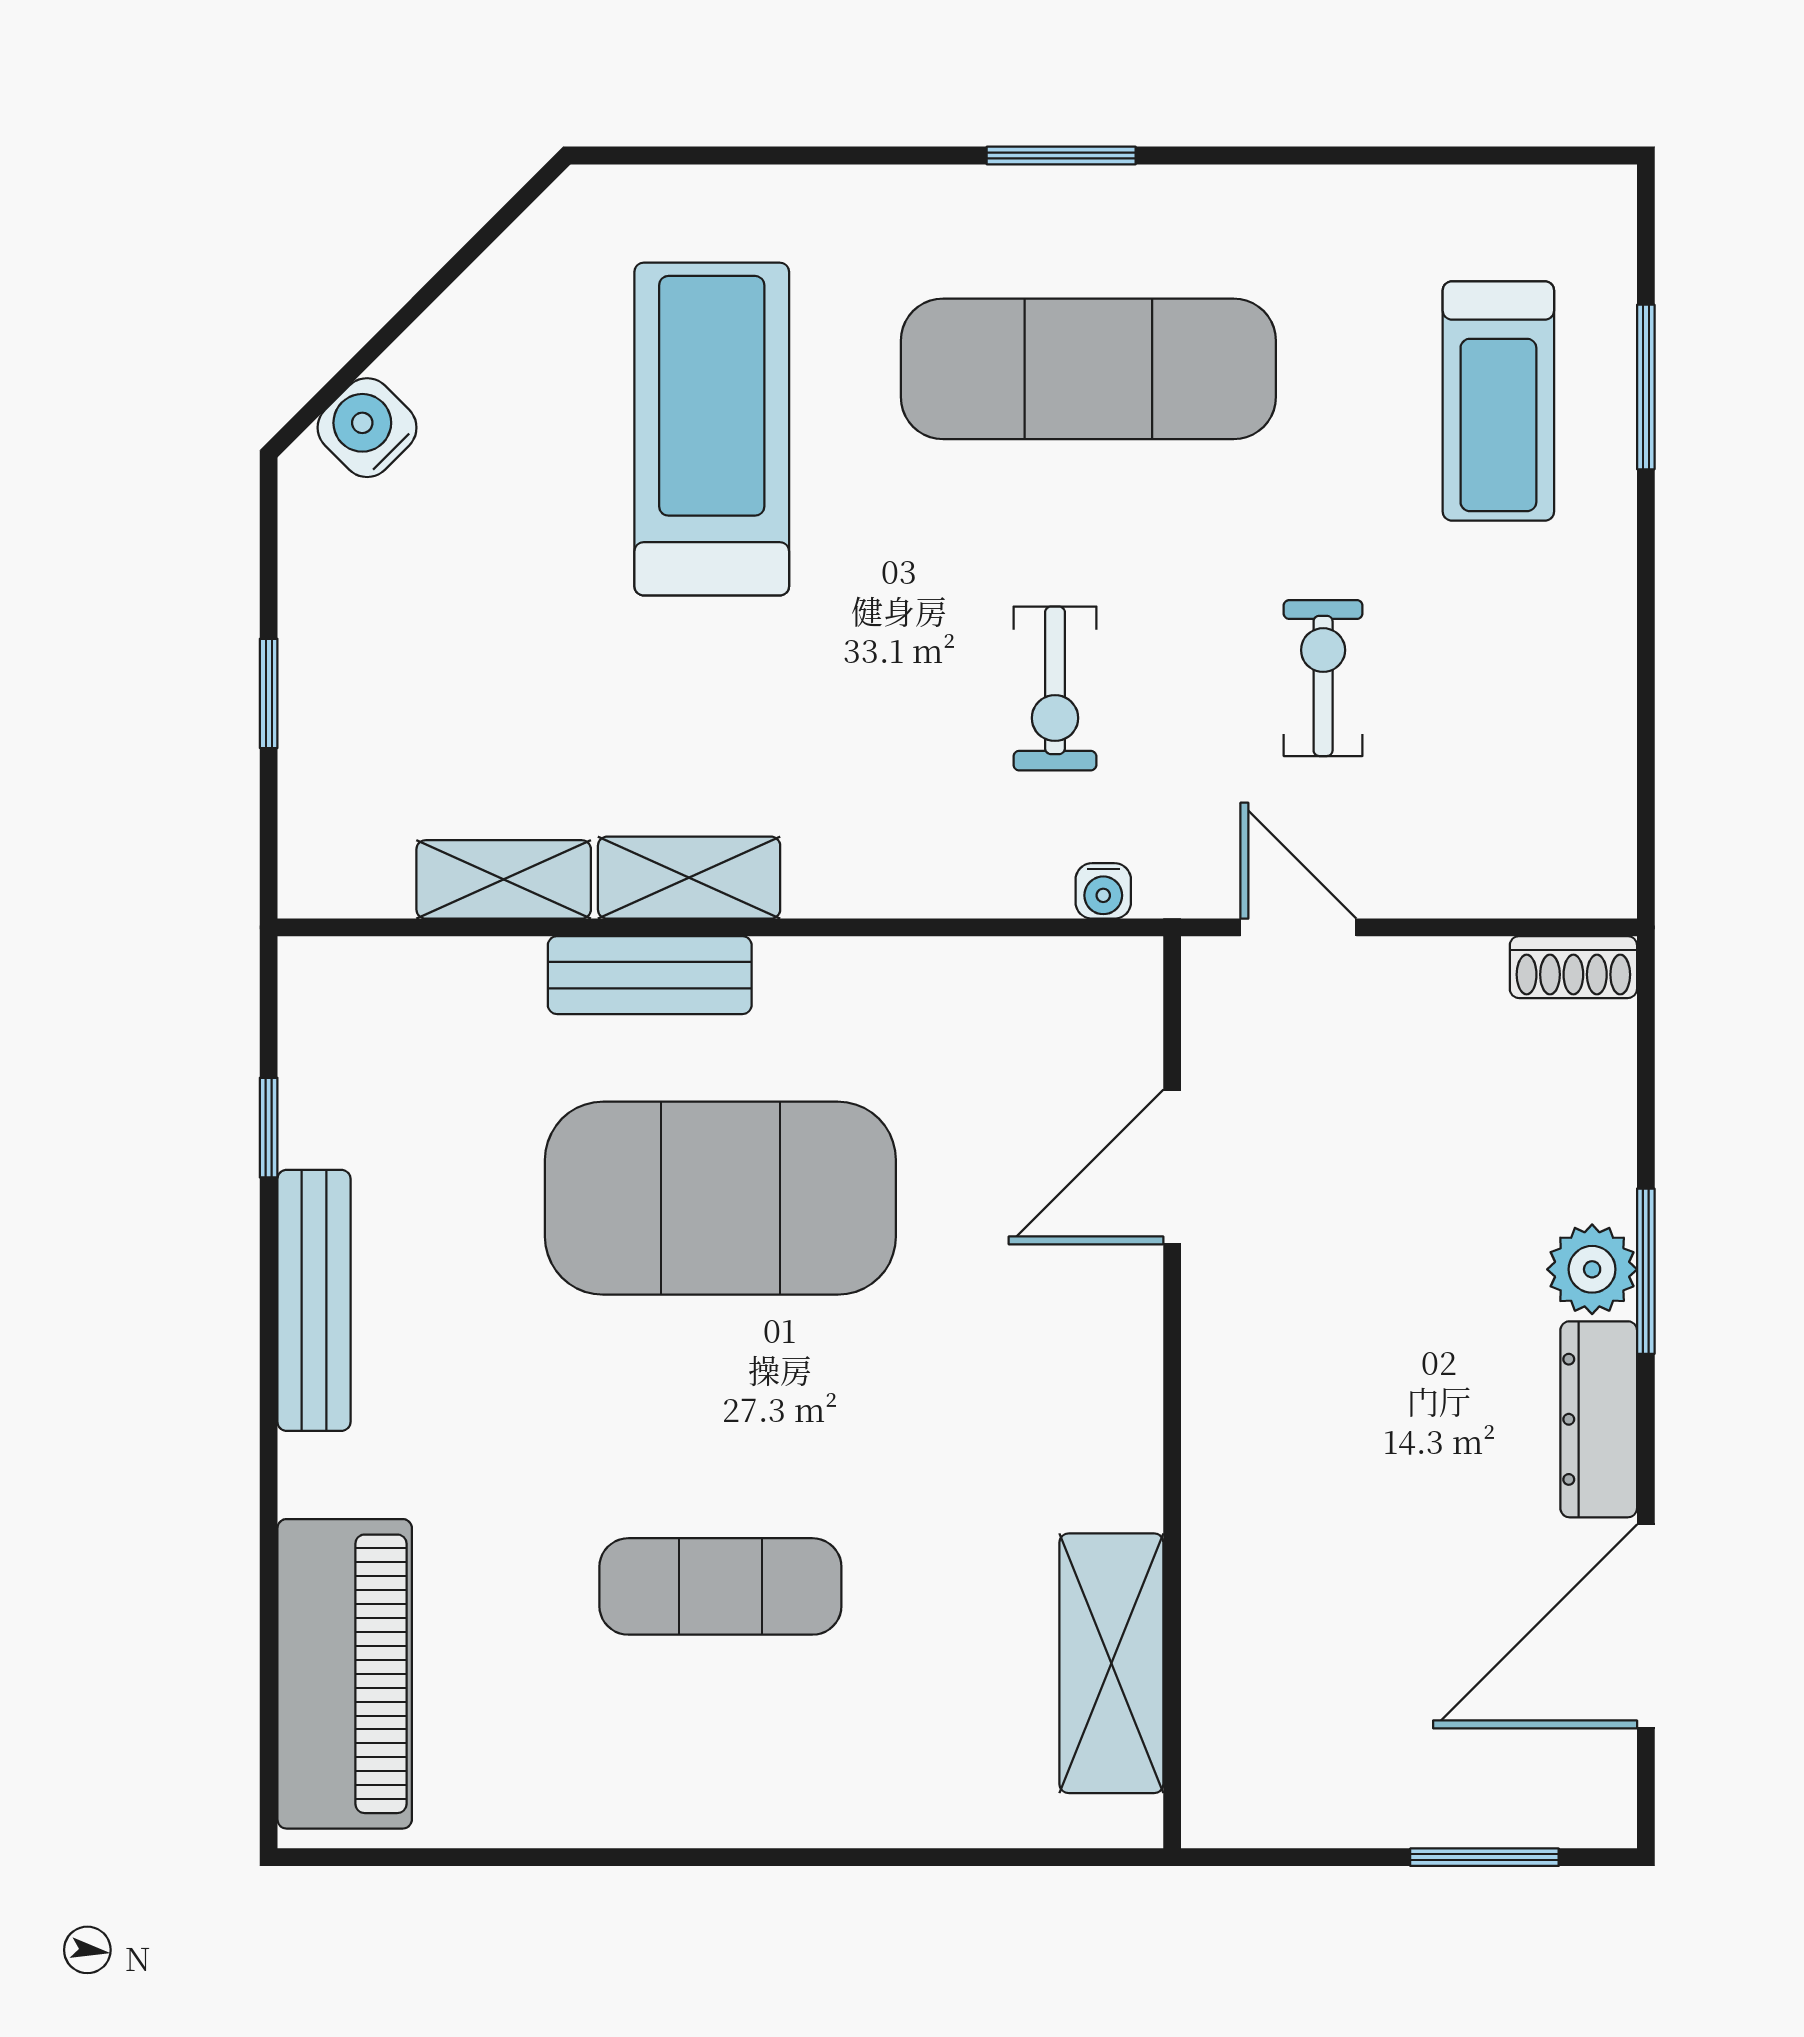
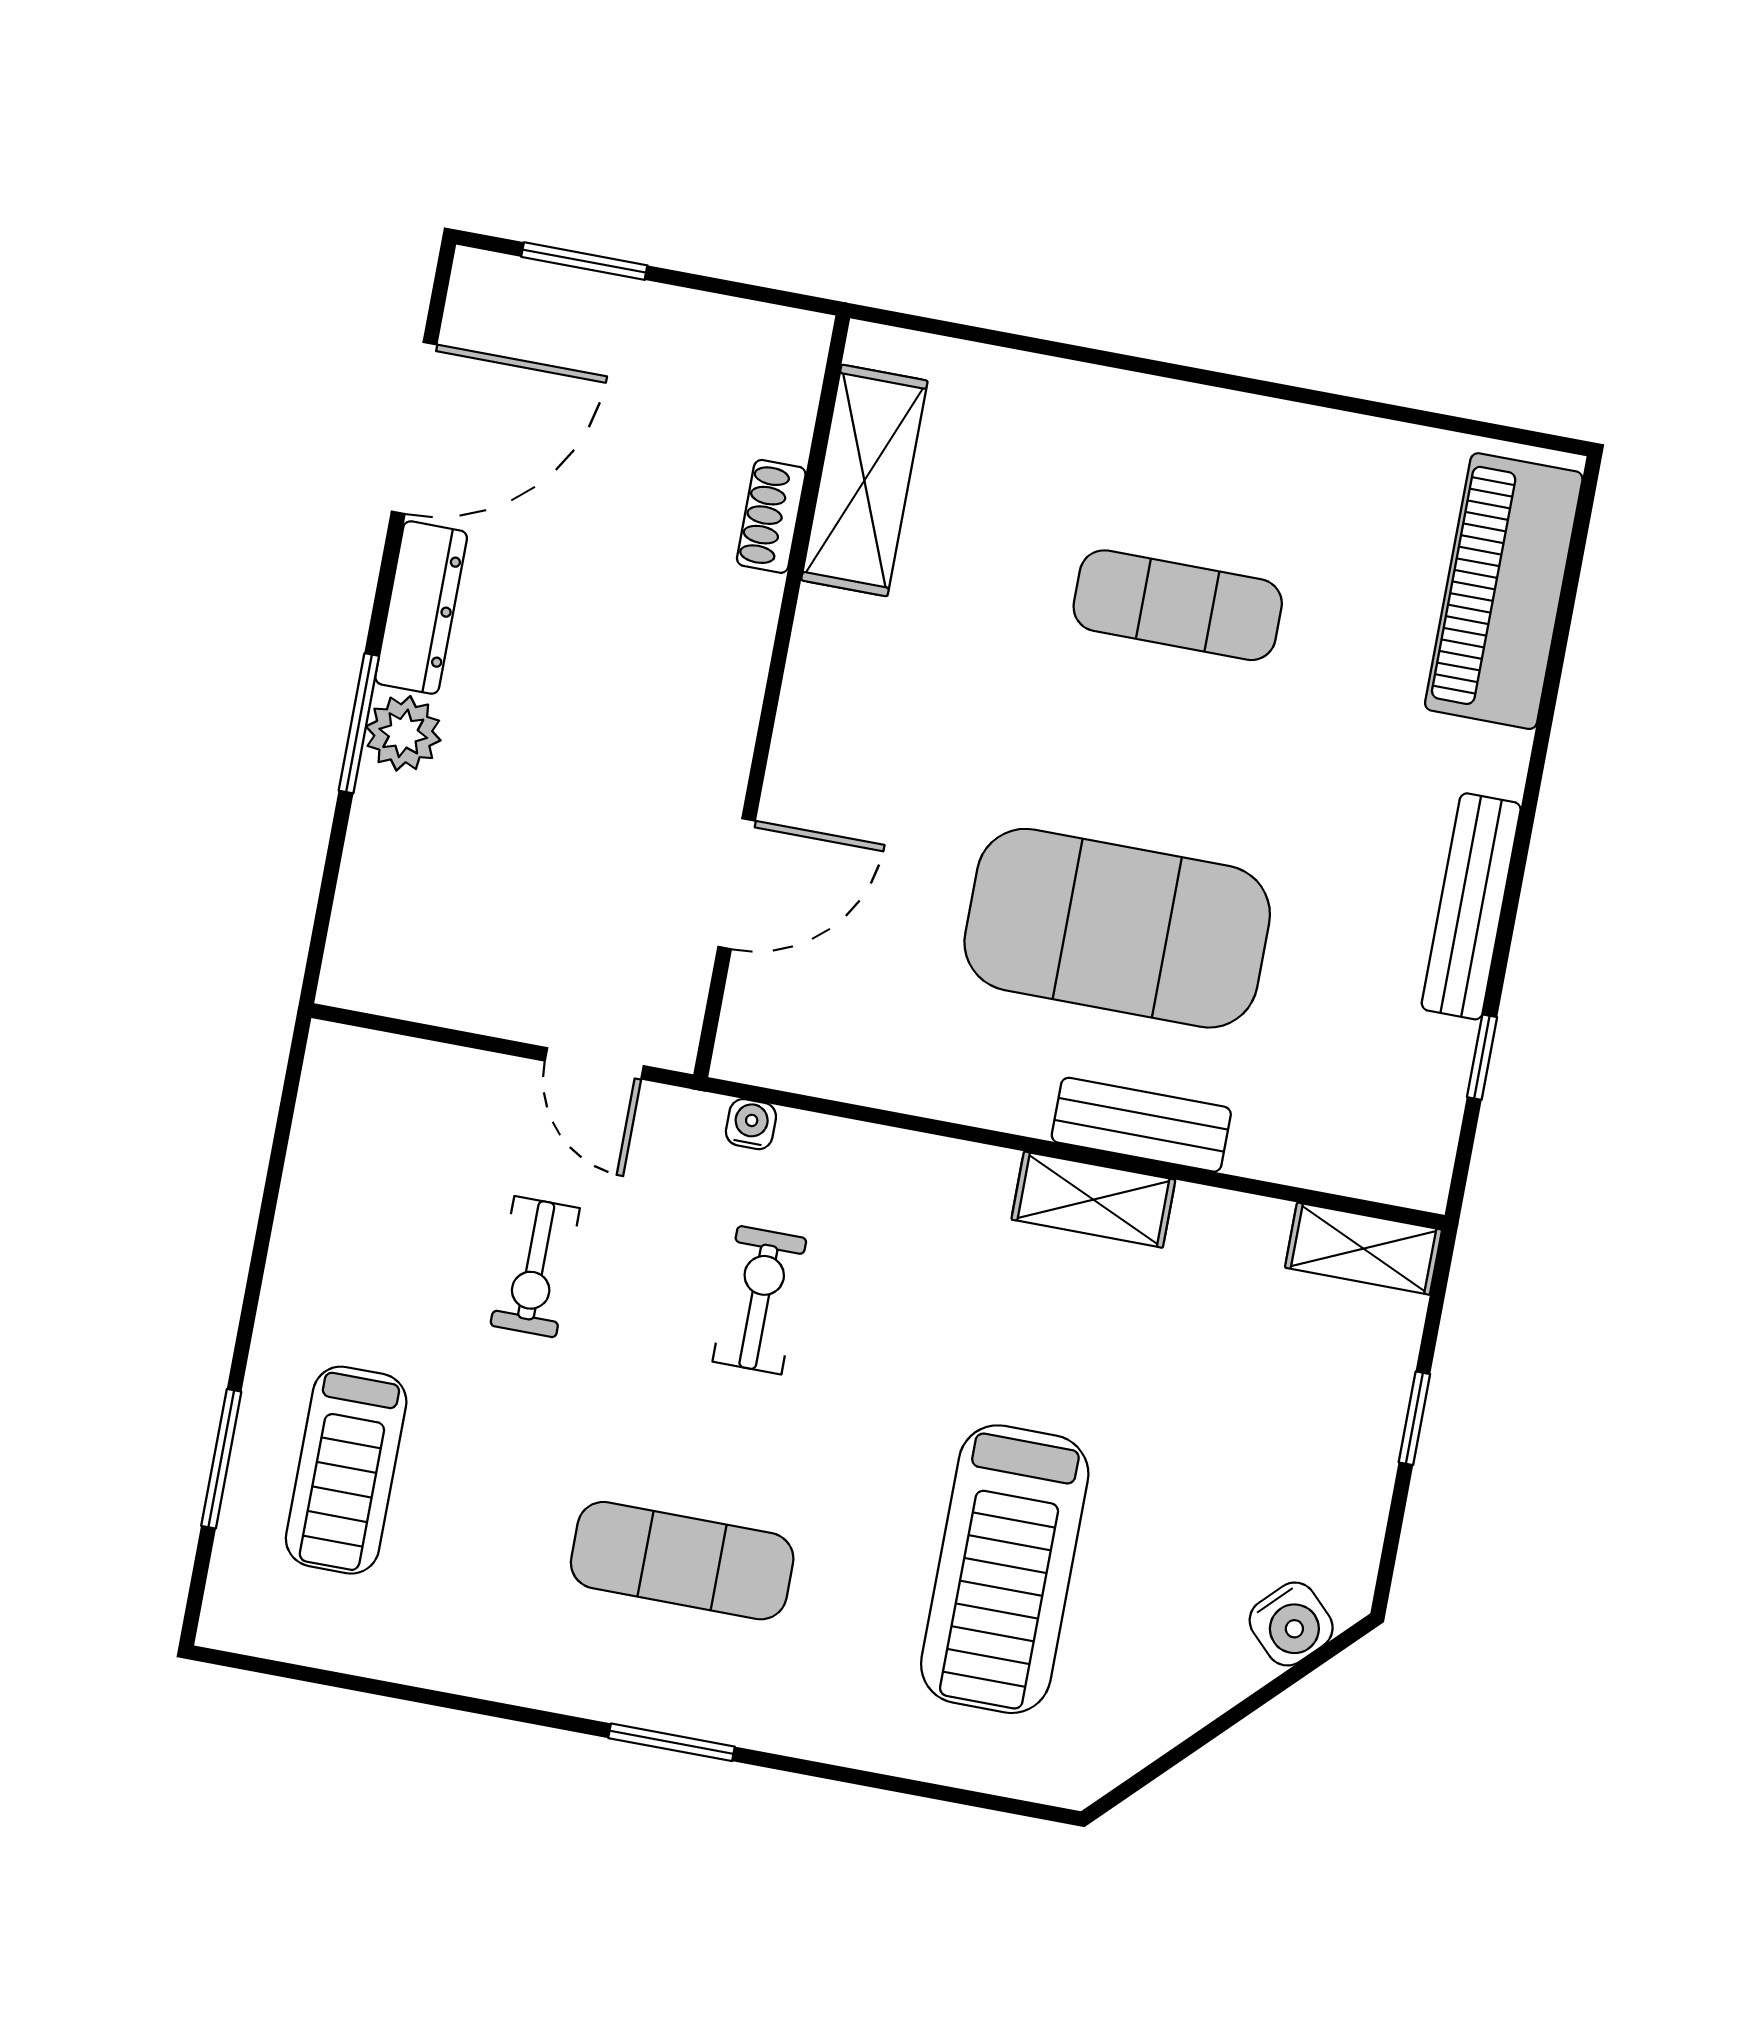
exercise mat: (1088, 369) -> (682, 1561), width x0.73, depth x0.69
treadmill: (1498, 401) -> (346, 1470), turned 180
shelving: (504, 879) -> (1363, 1249), moved
shoe rack: (1573, 967) -> (771, 516), moved, turned -90

